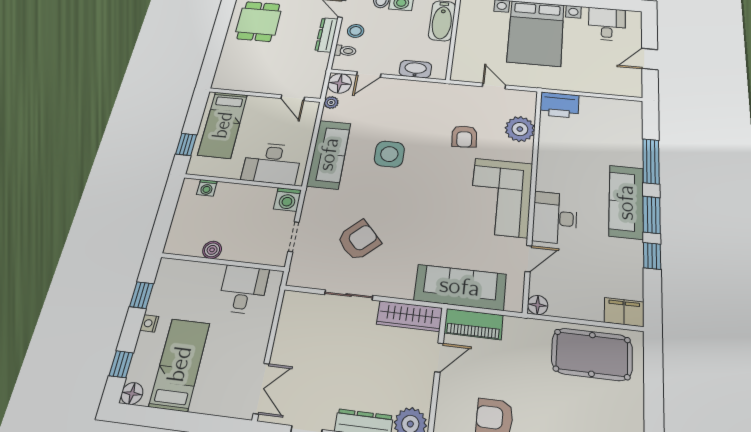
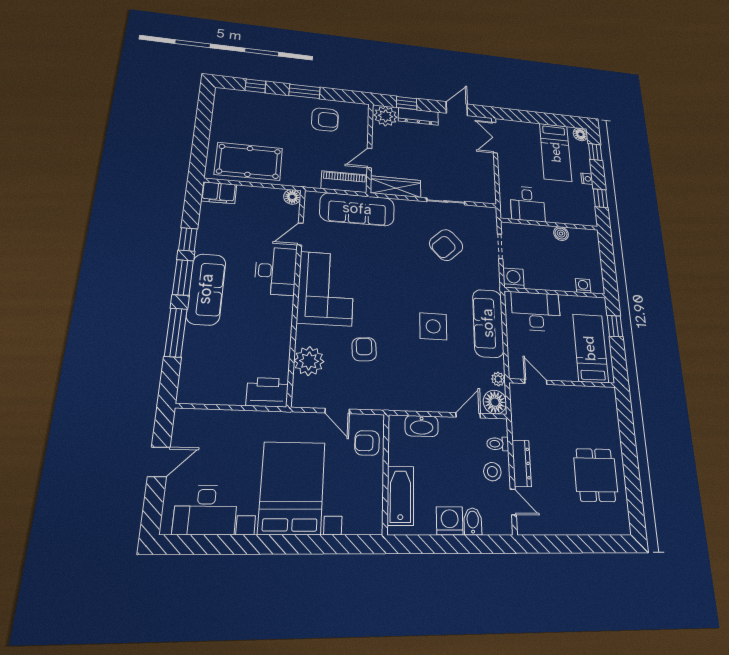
desk: (607, 24) -> (205, 510), width x1.37
armchair: (468, 60) -> (367, 443), added

